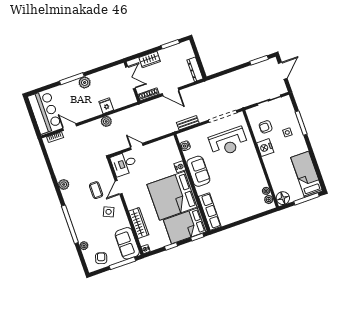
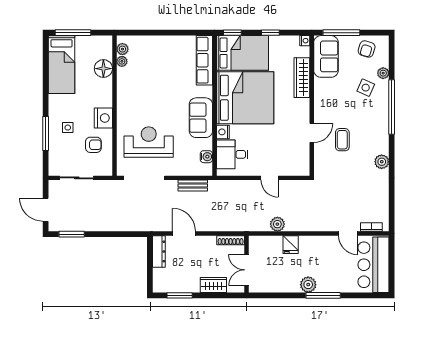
door: (283, 71) -> (46, 210), hinge flipped
door: (170, 92) -> (184, 233), moved
plant: (106, 121) -> (277, 224), moved
desk: (124, 164) -> (232, 154), moved, turned 180
floor lamp: (283, 198) -> (103, 69), moved
side table: (109, 212) -> (366, 88), moved

